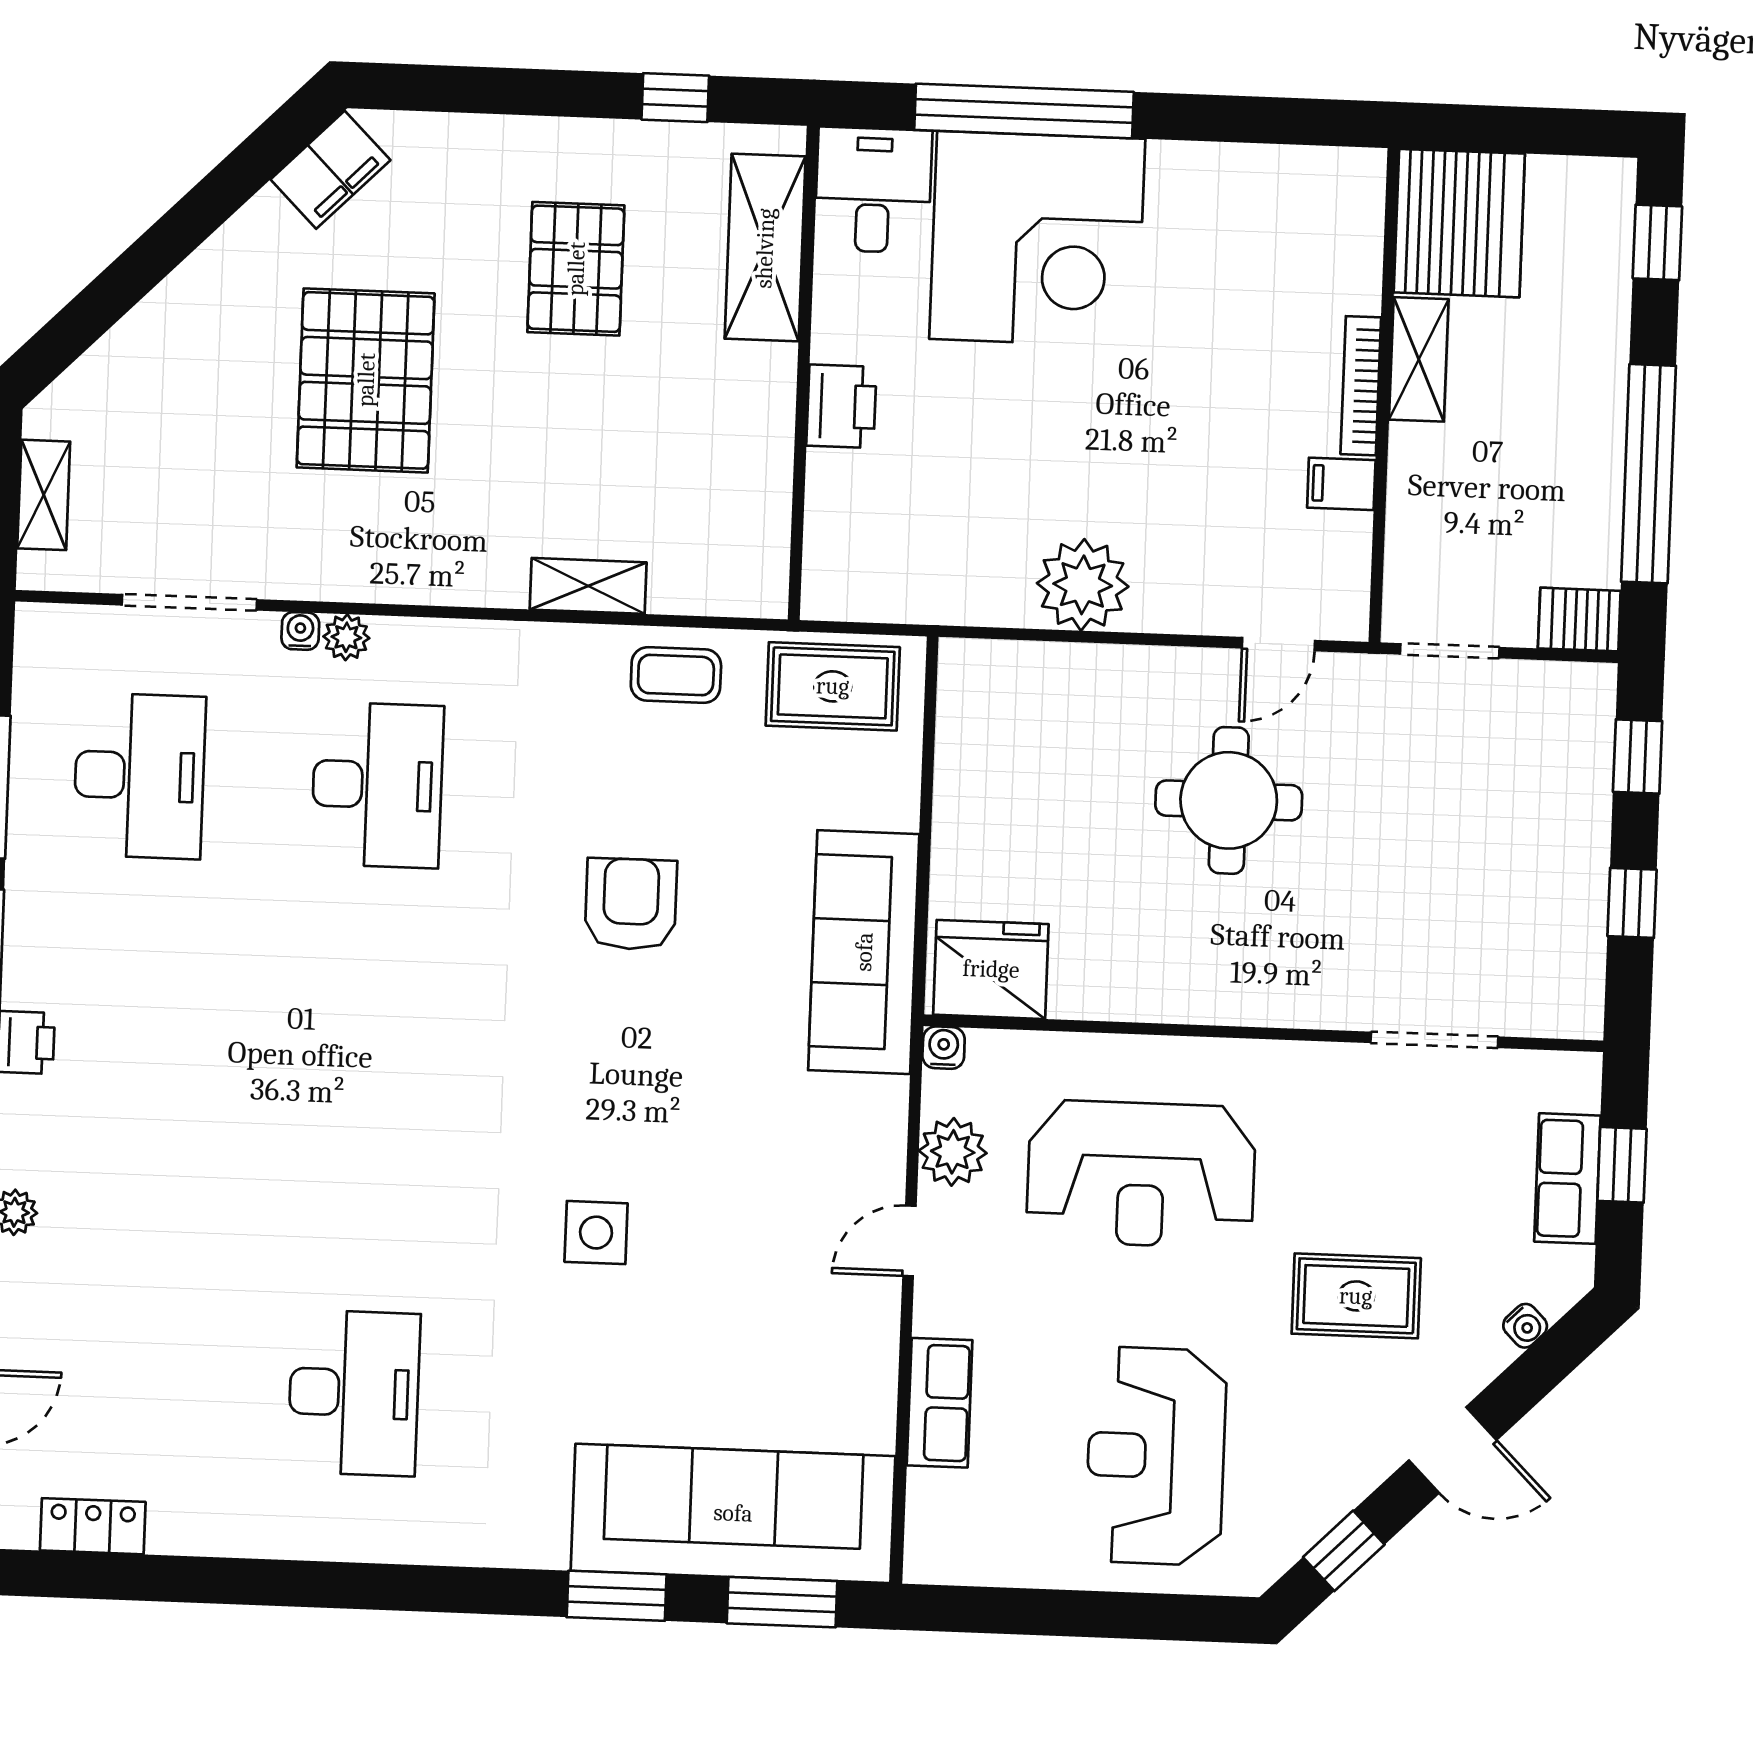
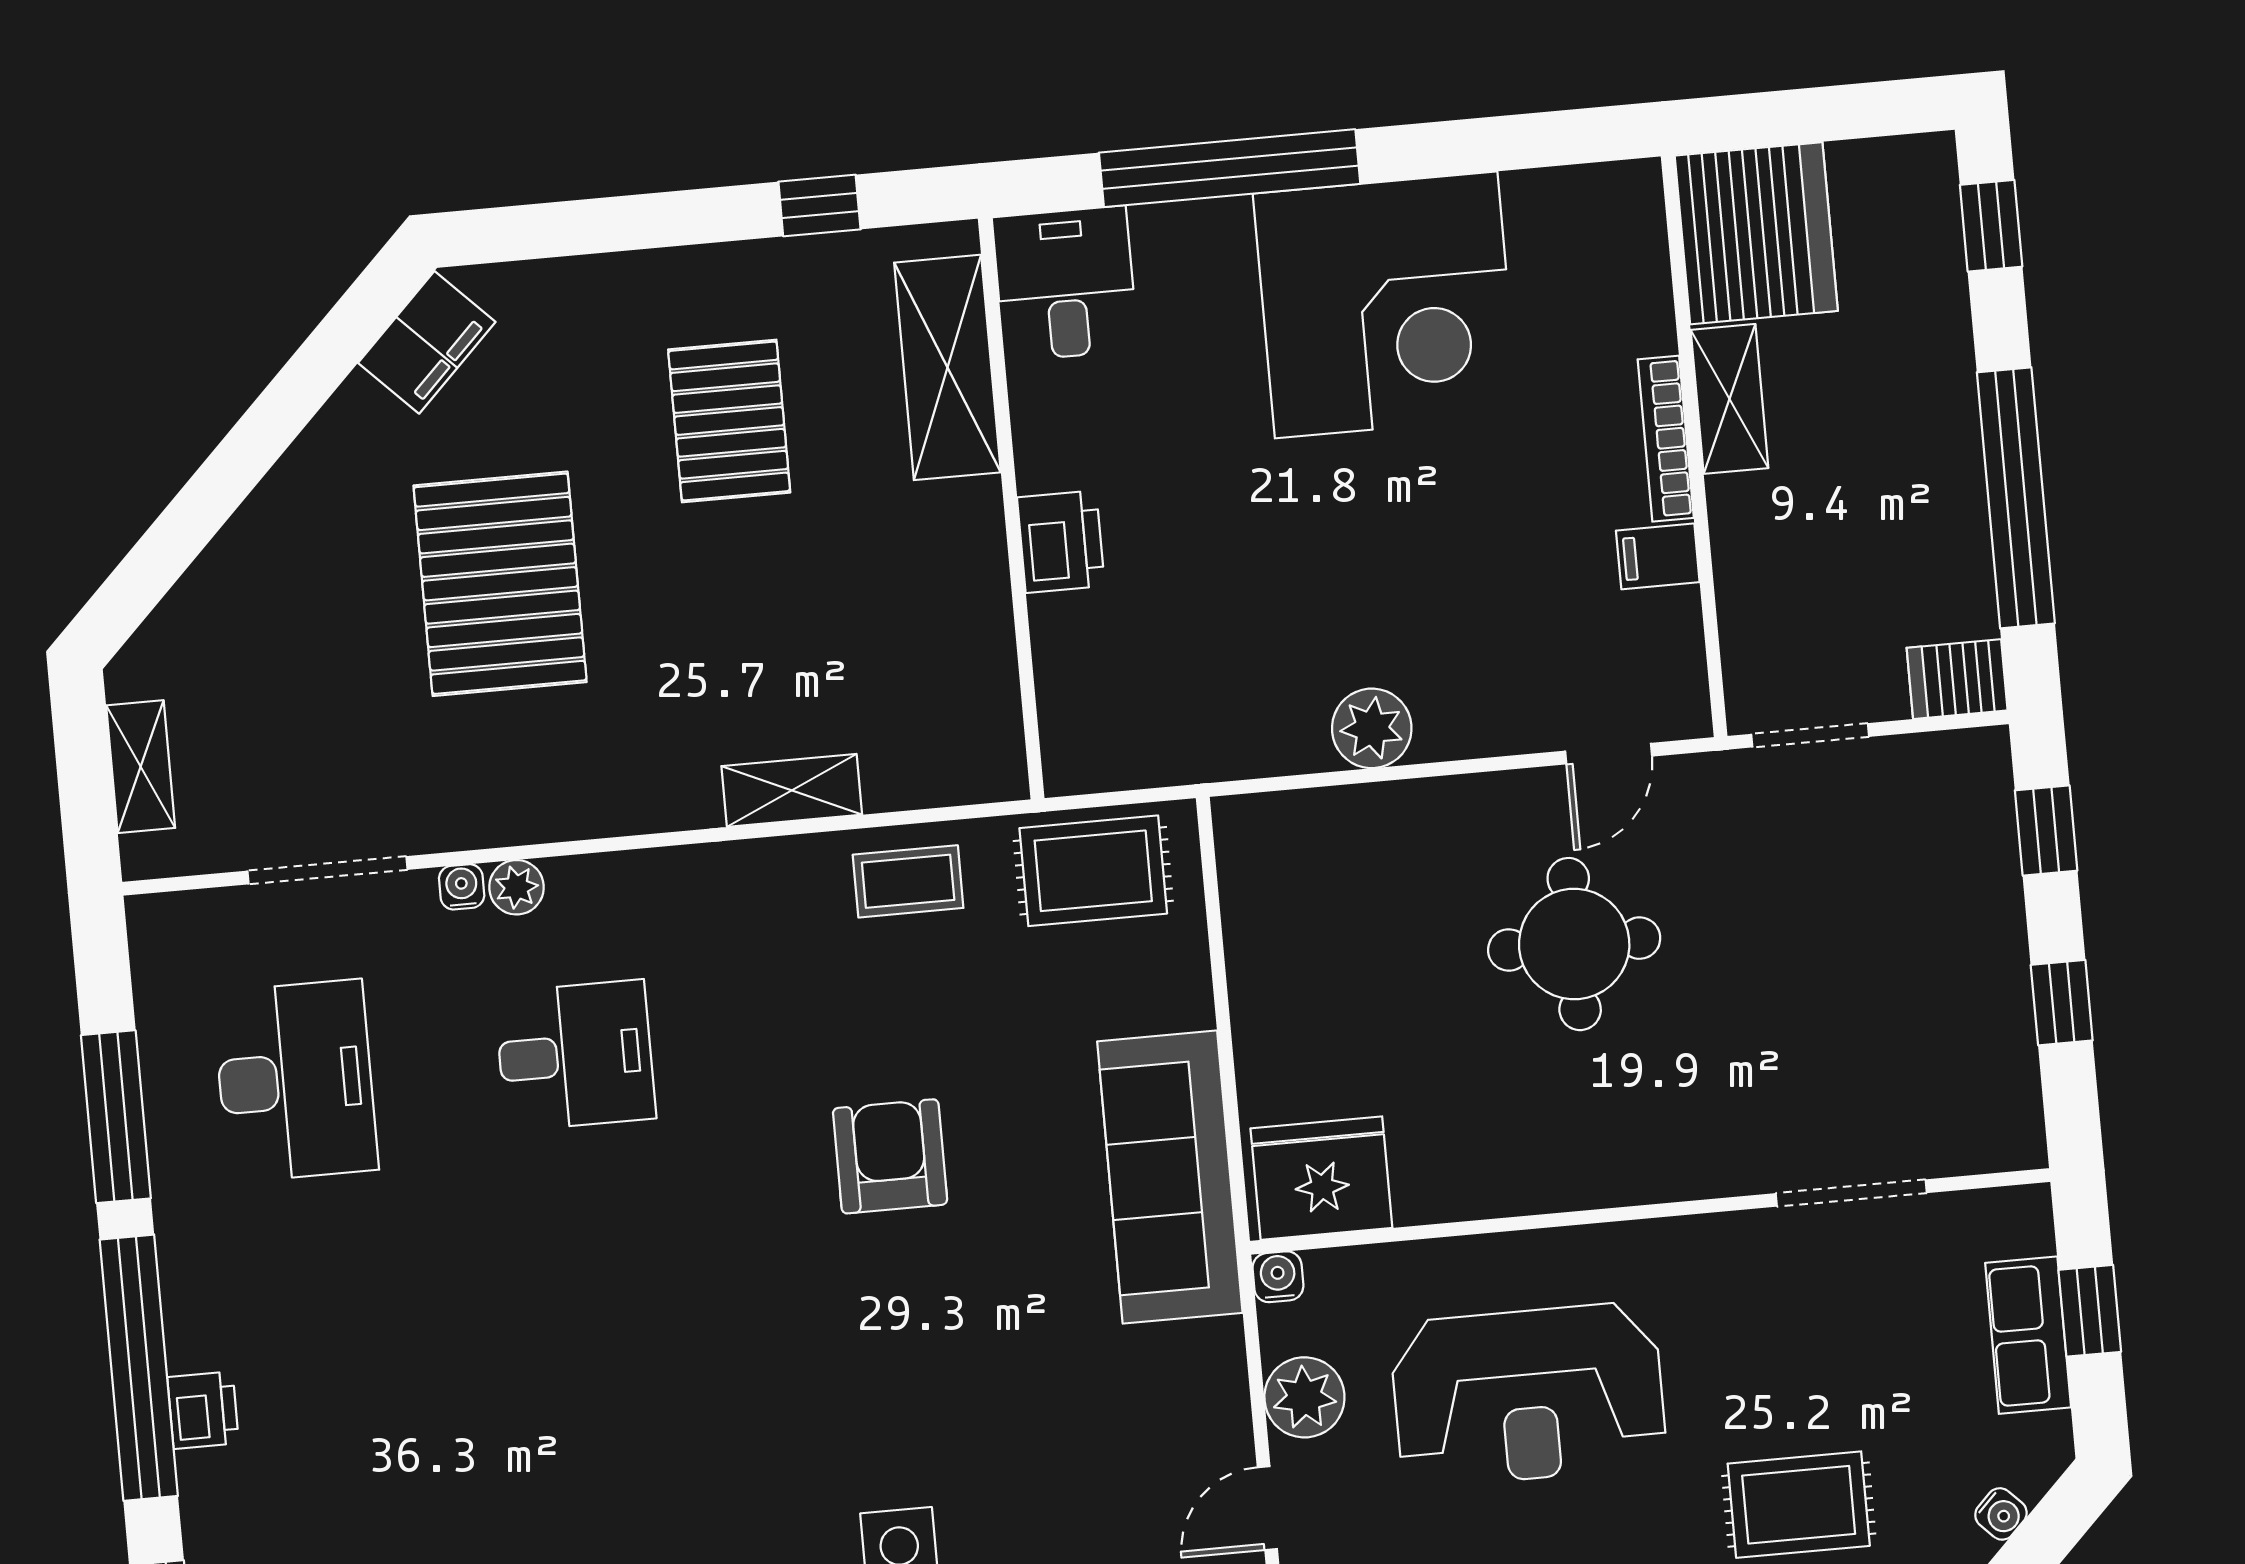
corner desk: (1037, 239) -> (1386, 305), moved
plant: (1083, 585) -> (1372, 728), width x0.73, depth x0.73
desk: (377, 785) -> (575, 1055), width x0.73

